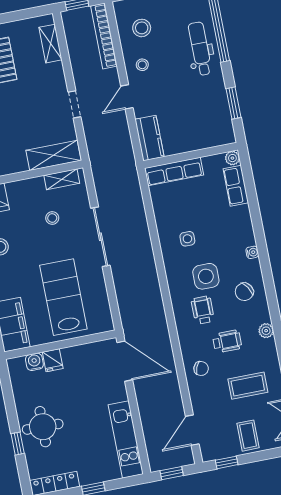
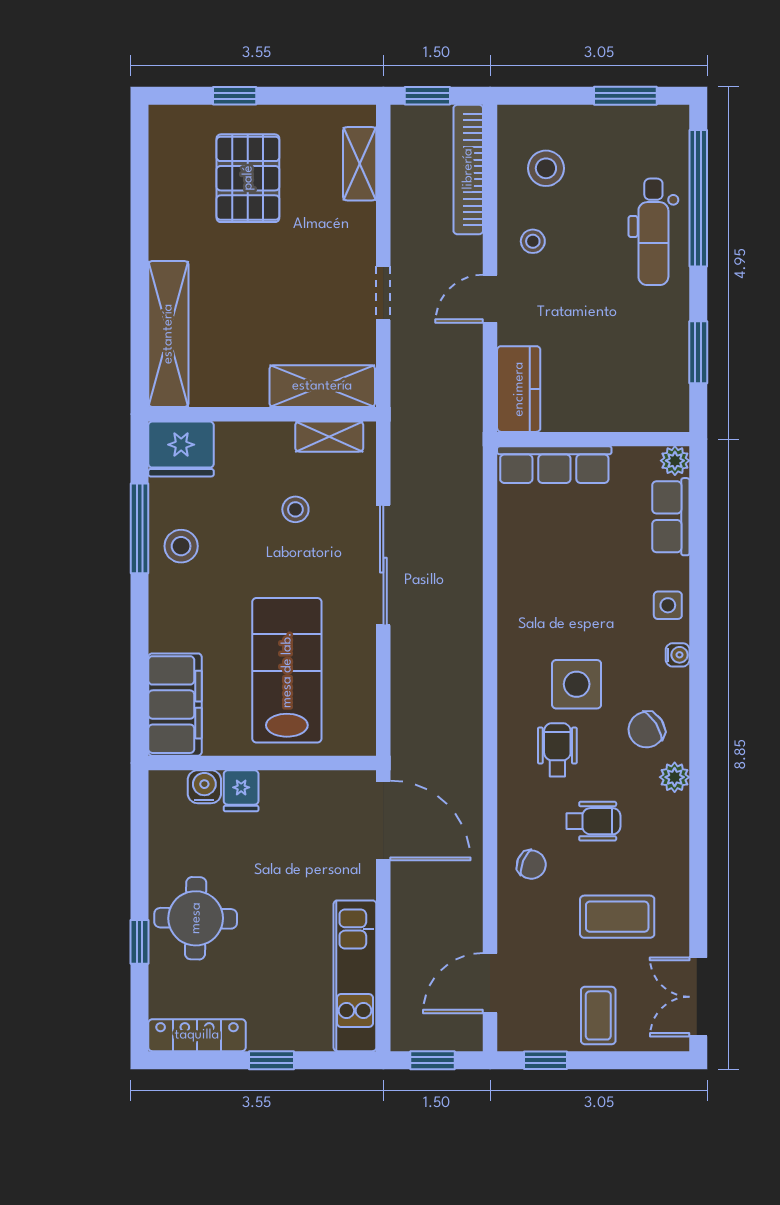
dental chair: (200, 49) -> (653, 232), turned 180
side table: (187, 239) -> (668, 605), moved
plant: (266, 331) -> (675, 777), moved

